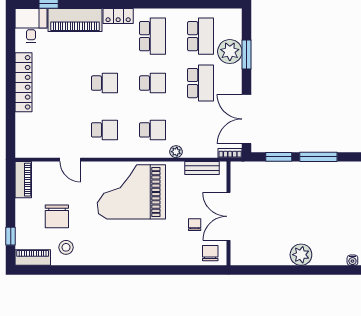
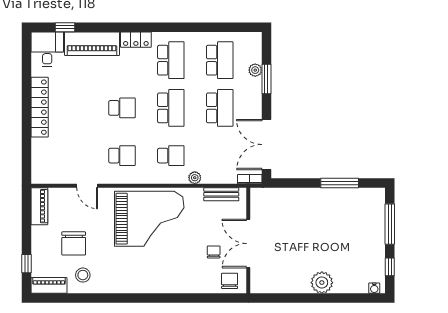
plant: (230, 52) -> (255, 70), width x0.53, depth x0.53
school desk: (153, 83) -> (171, 108), width x1.85
window: (279, 157) -> (299, 183), removed
grand piano: (131, 192) -> (149, 219), turned 180

